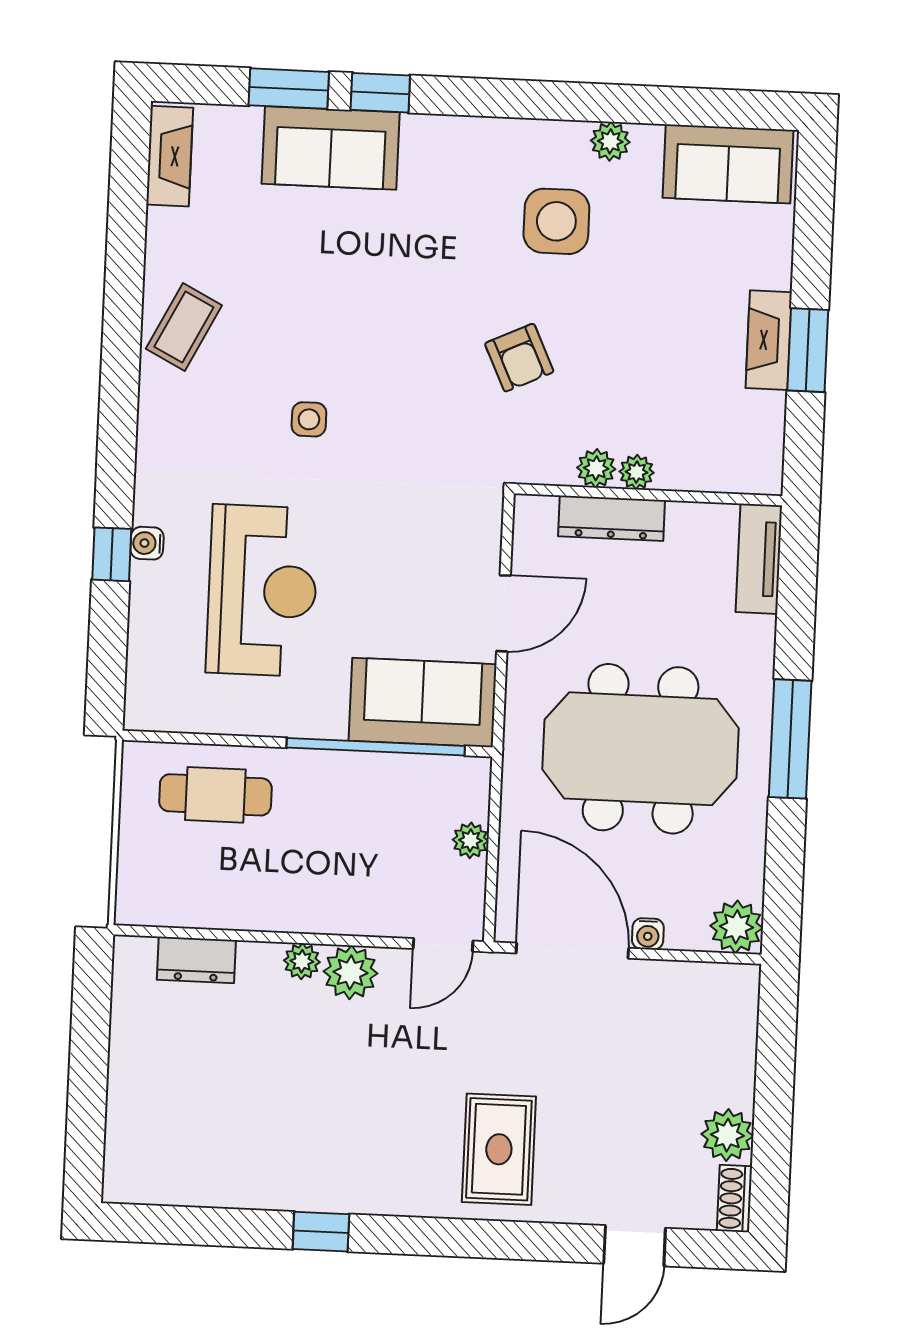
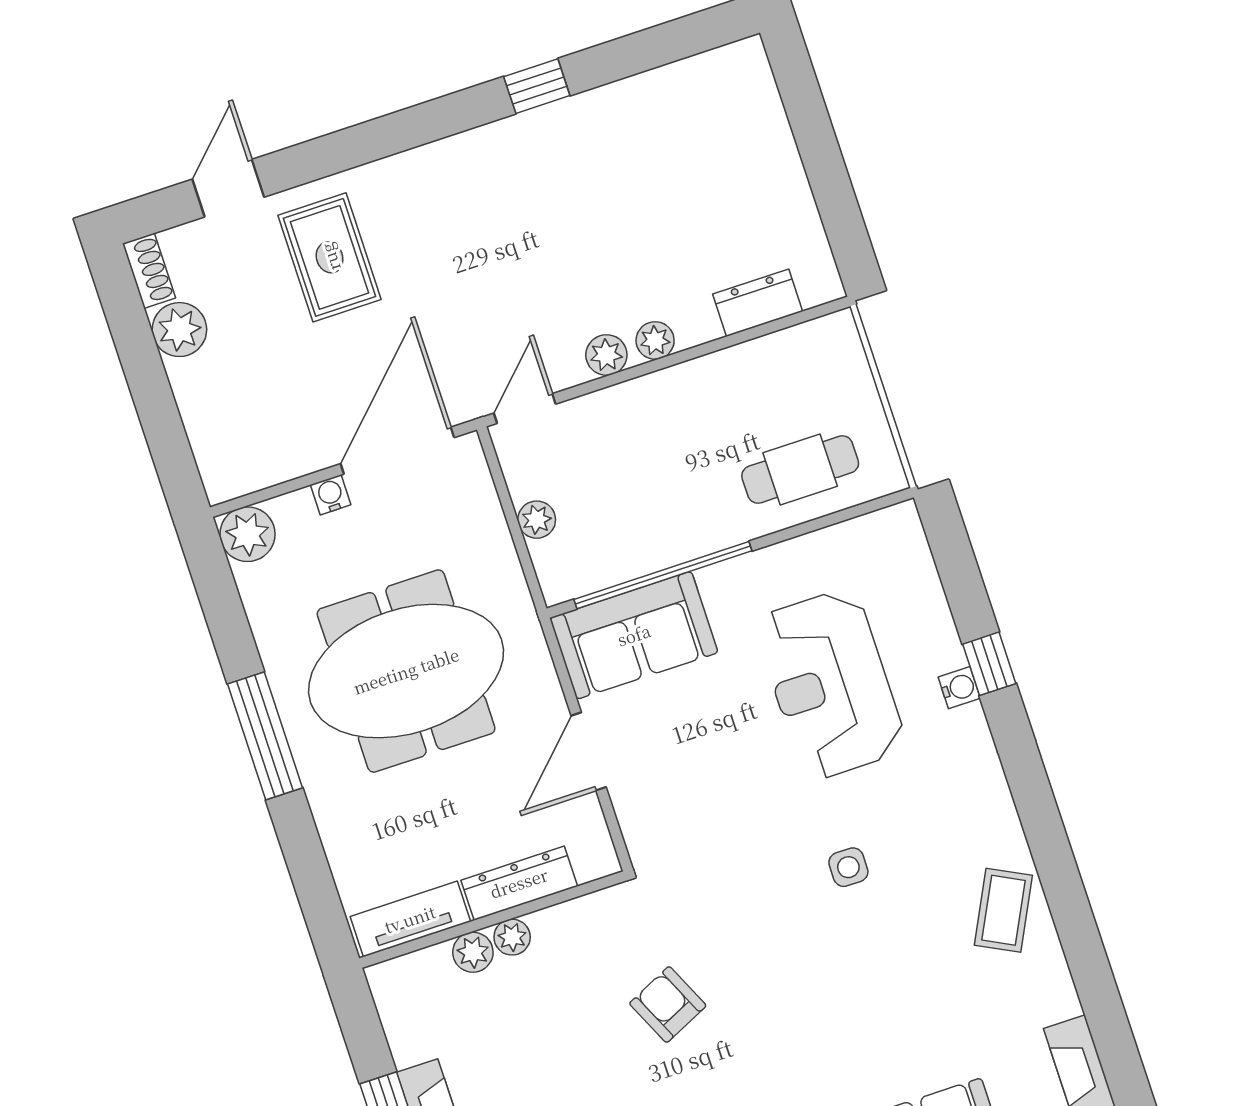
plant: (596, 468) -> (473, 952), moved
tv unit: (759, 559) -> (410, 919), moved, turned -90
door: (572, 951) -> (397, 451), swing flipped
plant: (350, 972) -> (606, 355), width x0.73, depth x0.73
rug: (499, 1149) -> (330, 257), moved

